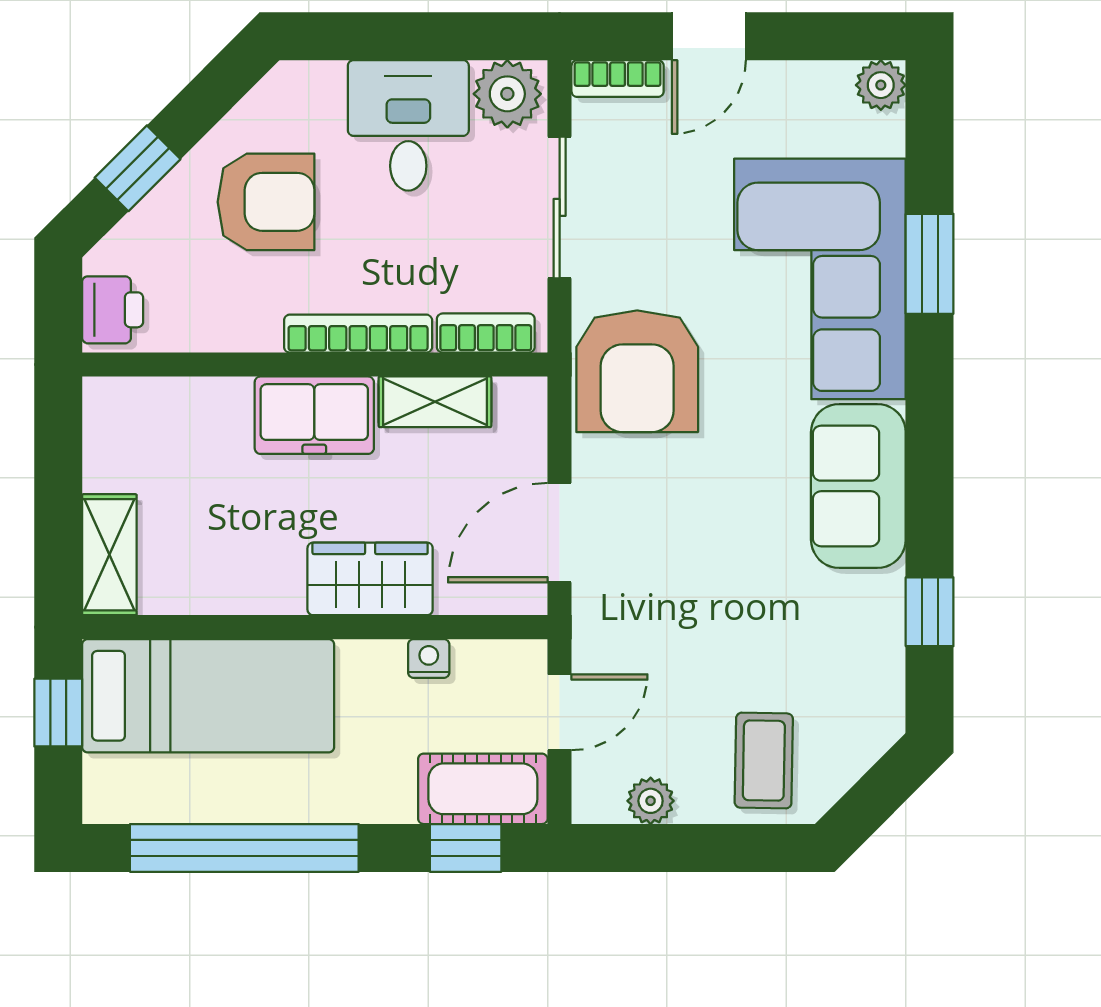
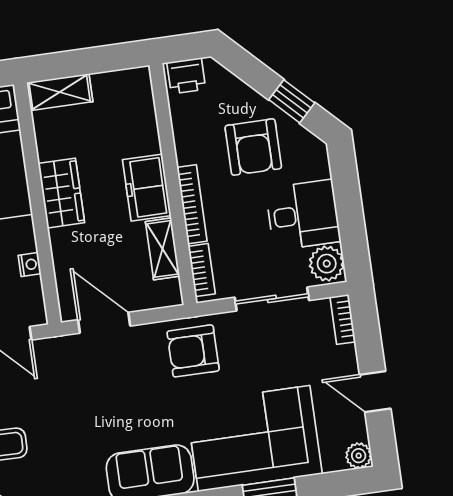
door: (709, 36) -> (375, 392), moved
window: (138, 168) -> (292, 101), moved
armchair: (637, 371) -> (193, 351), width x0.73, depth x0.73
wardrobe: (370, 579) -> (61, 193), moved

